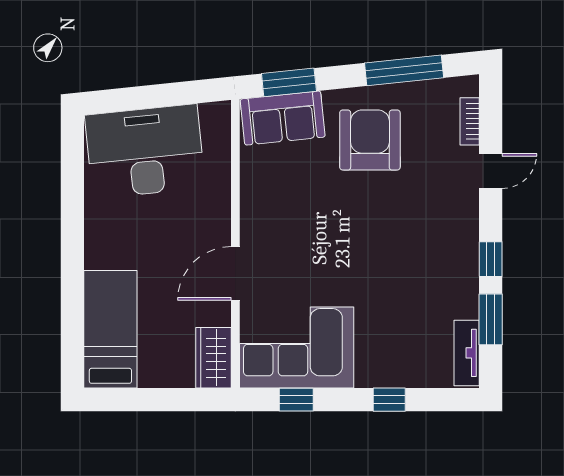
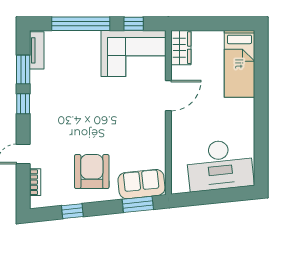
window: (404, 70) -> (72, 211), width x0.46
armchair: (370, 140) -> (92, 172), turned 180
window: (389, 400) -> (81, 24), width x3.17

